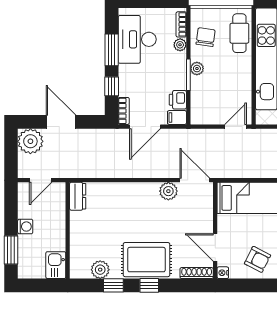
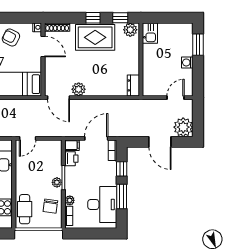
dresser: (78, 196) -> (133, 85), moved
wall: (68, 230) -> (141, 59), moved
kitchen sink: (56, 265) -> (150, 33), moved

